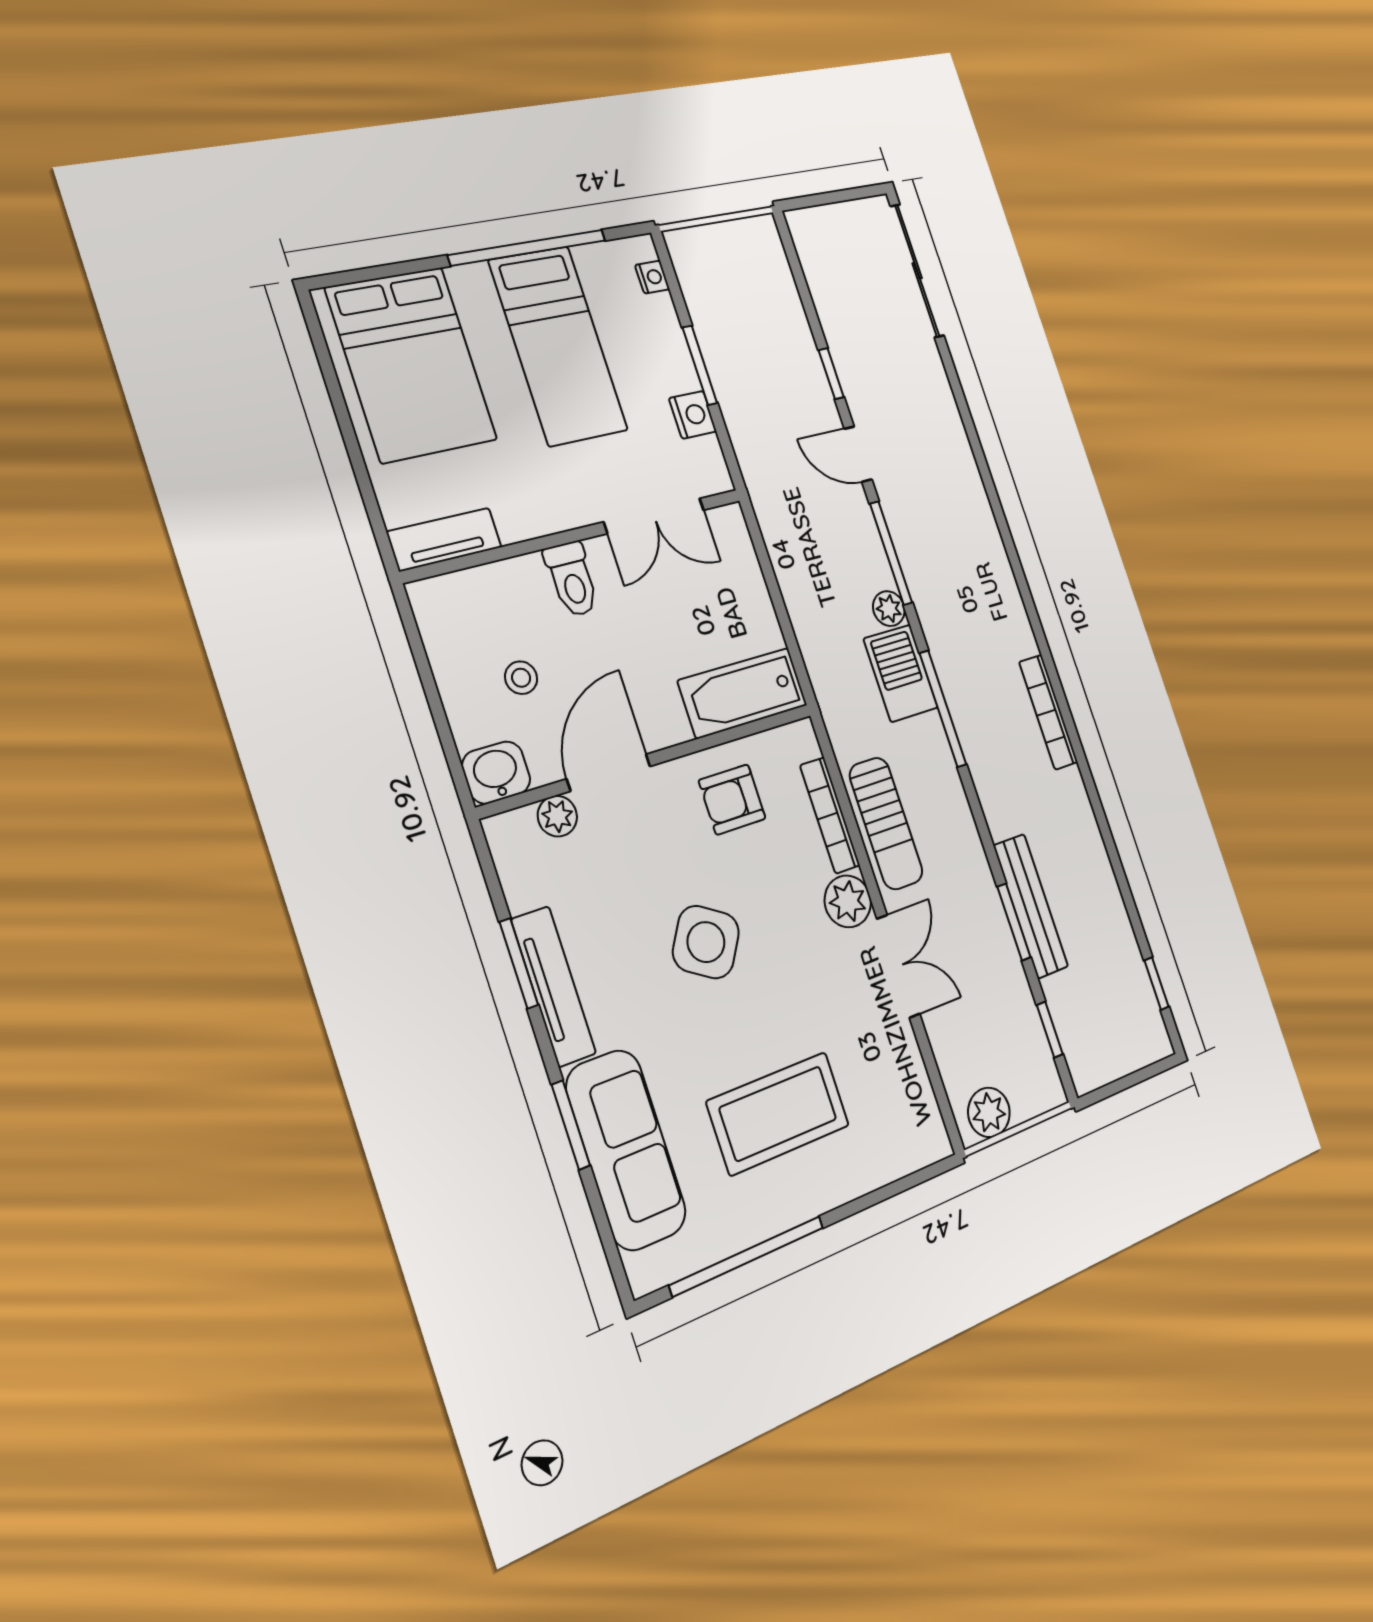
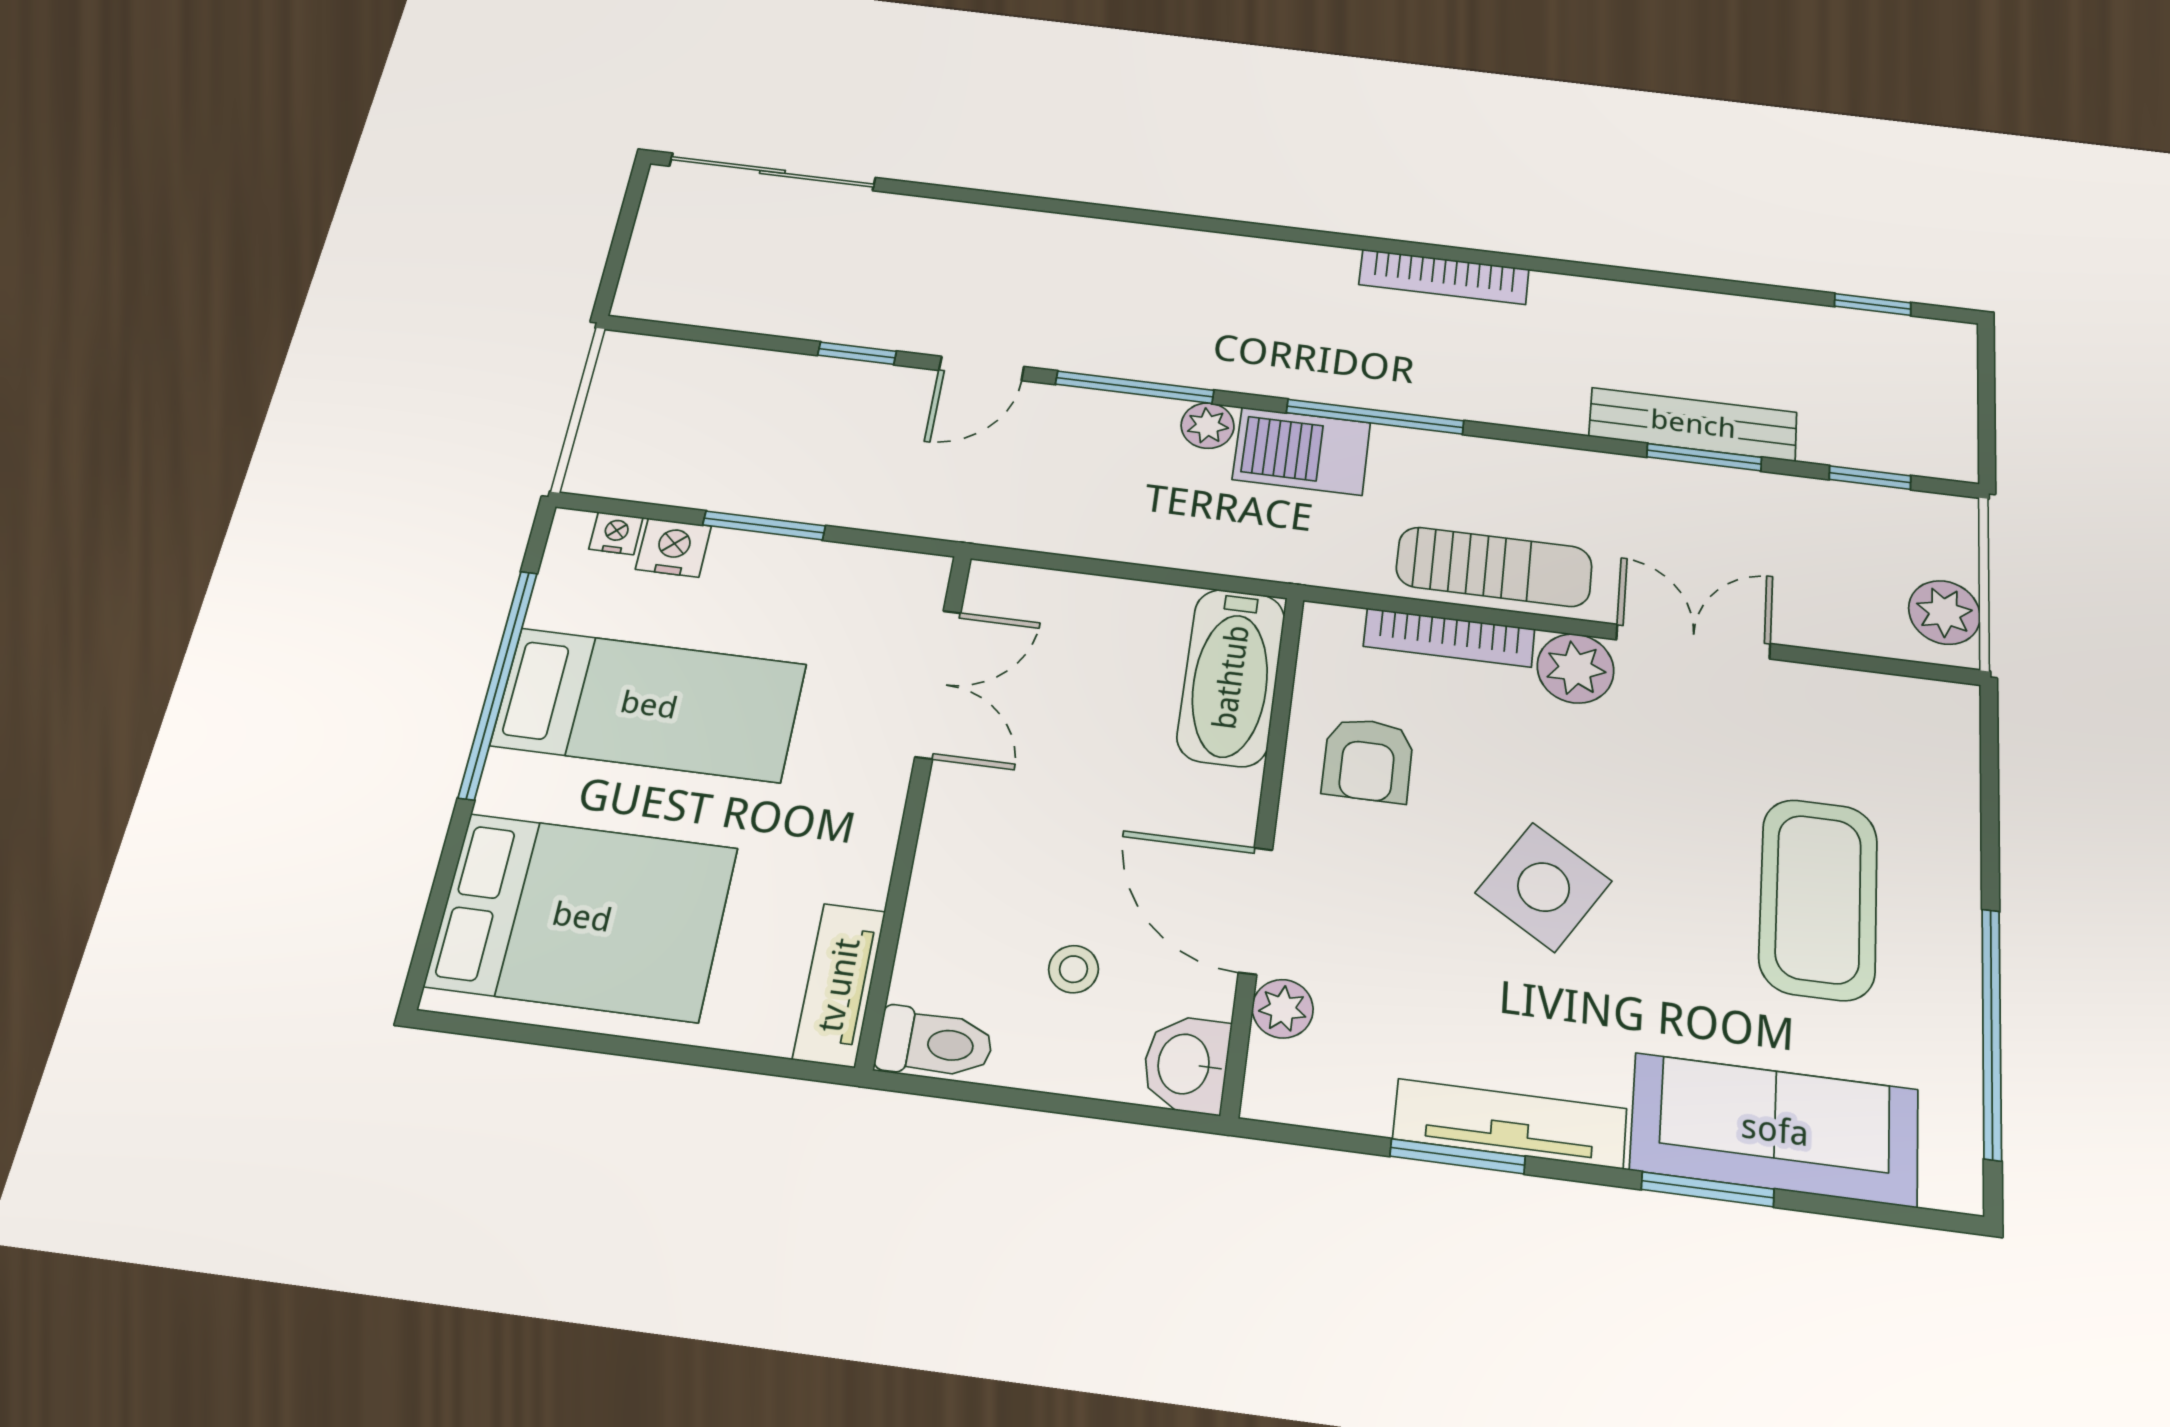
nightstand: (693, 415) -> (673, 548), moved
toilet: (572, 579) -> (935, 1043), moved

